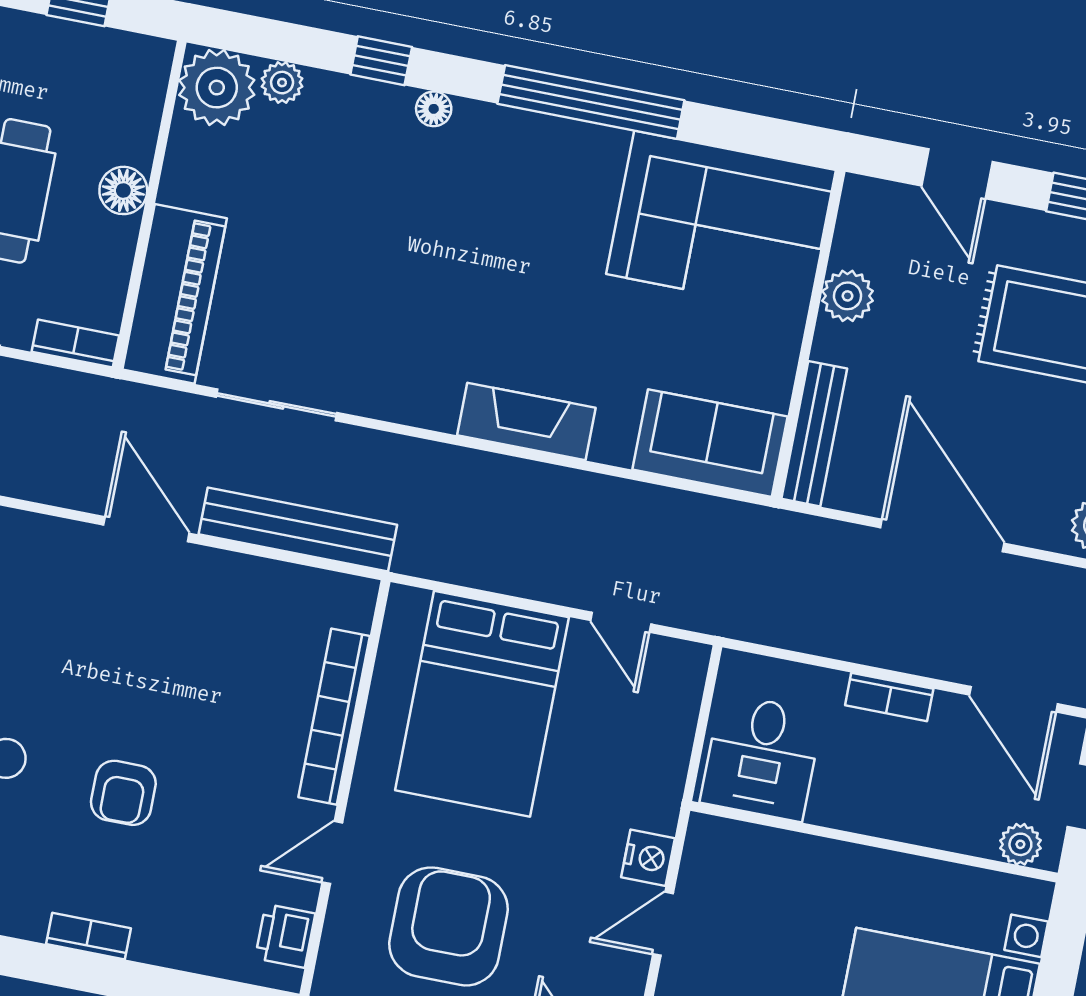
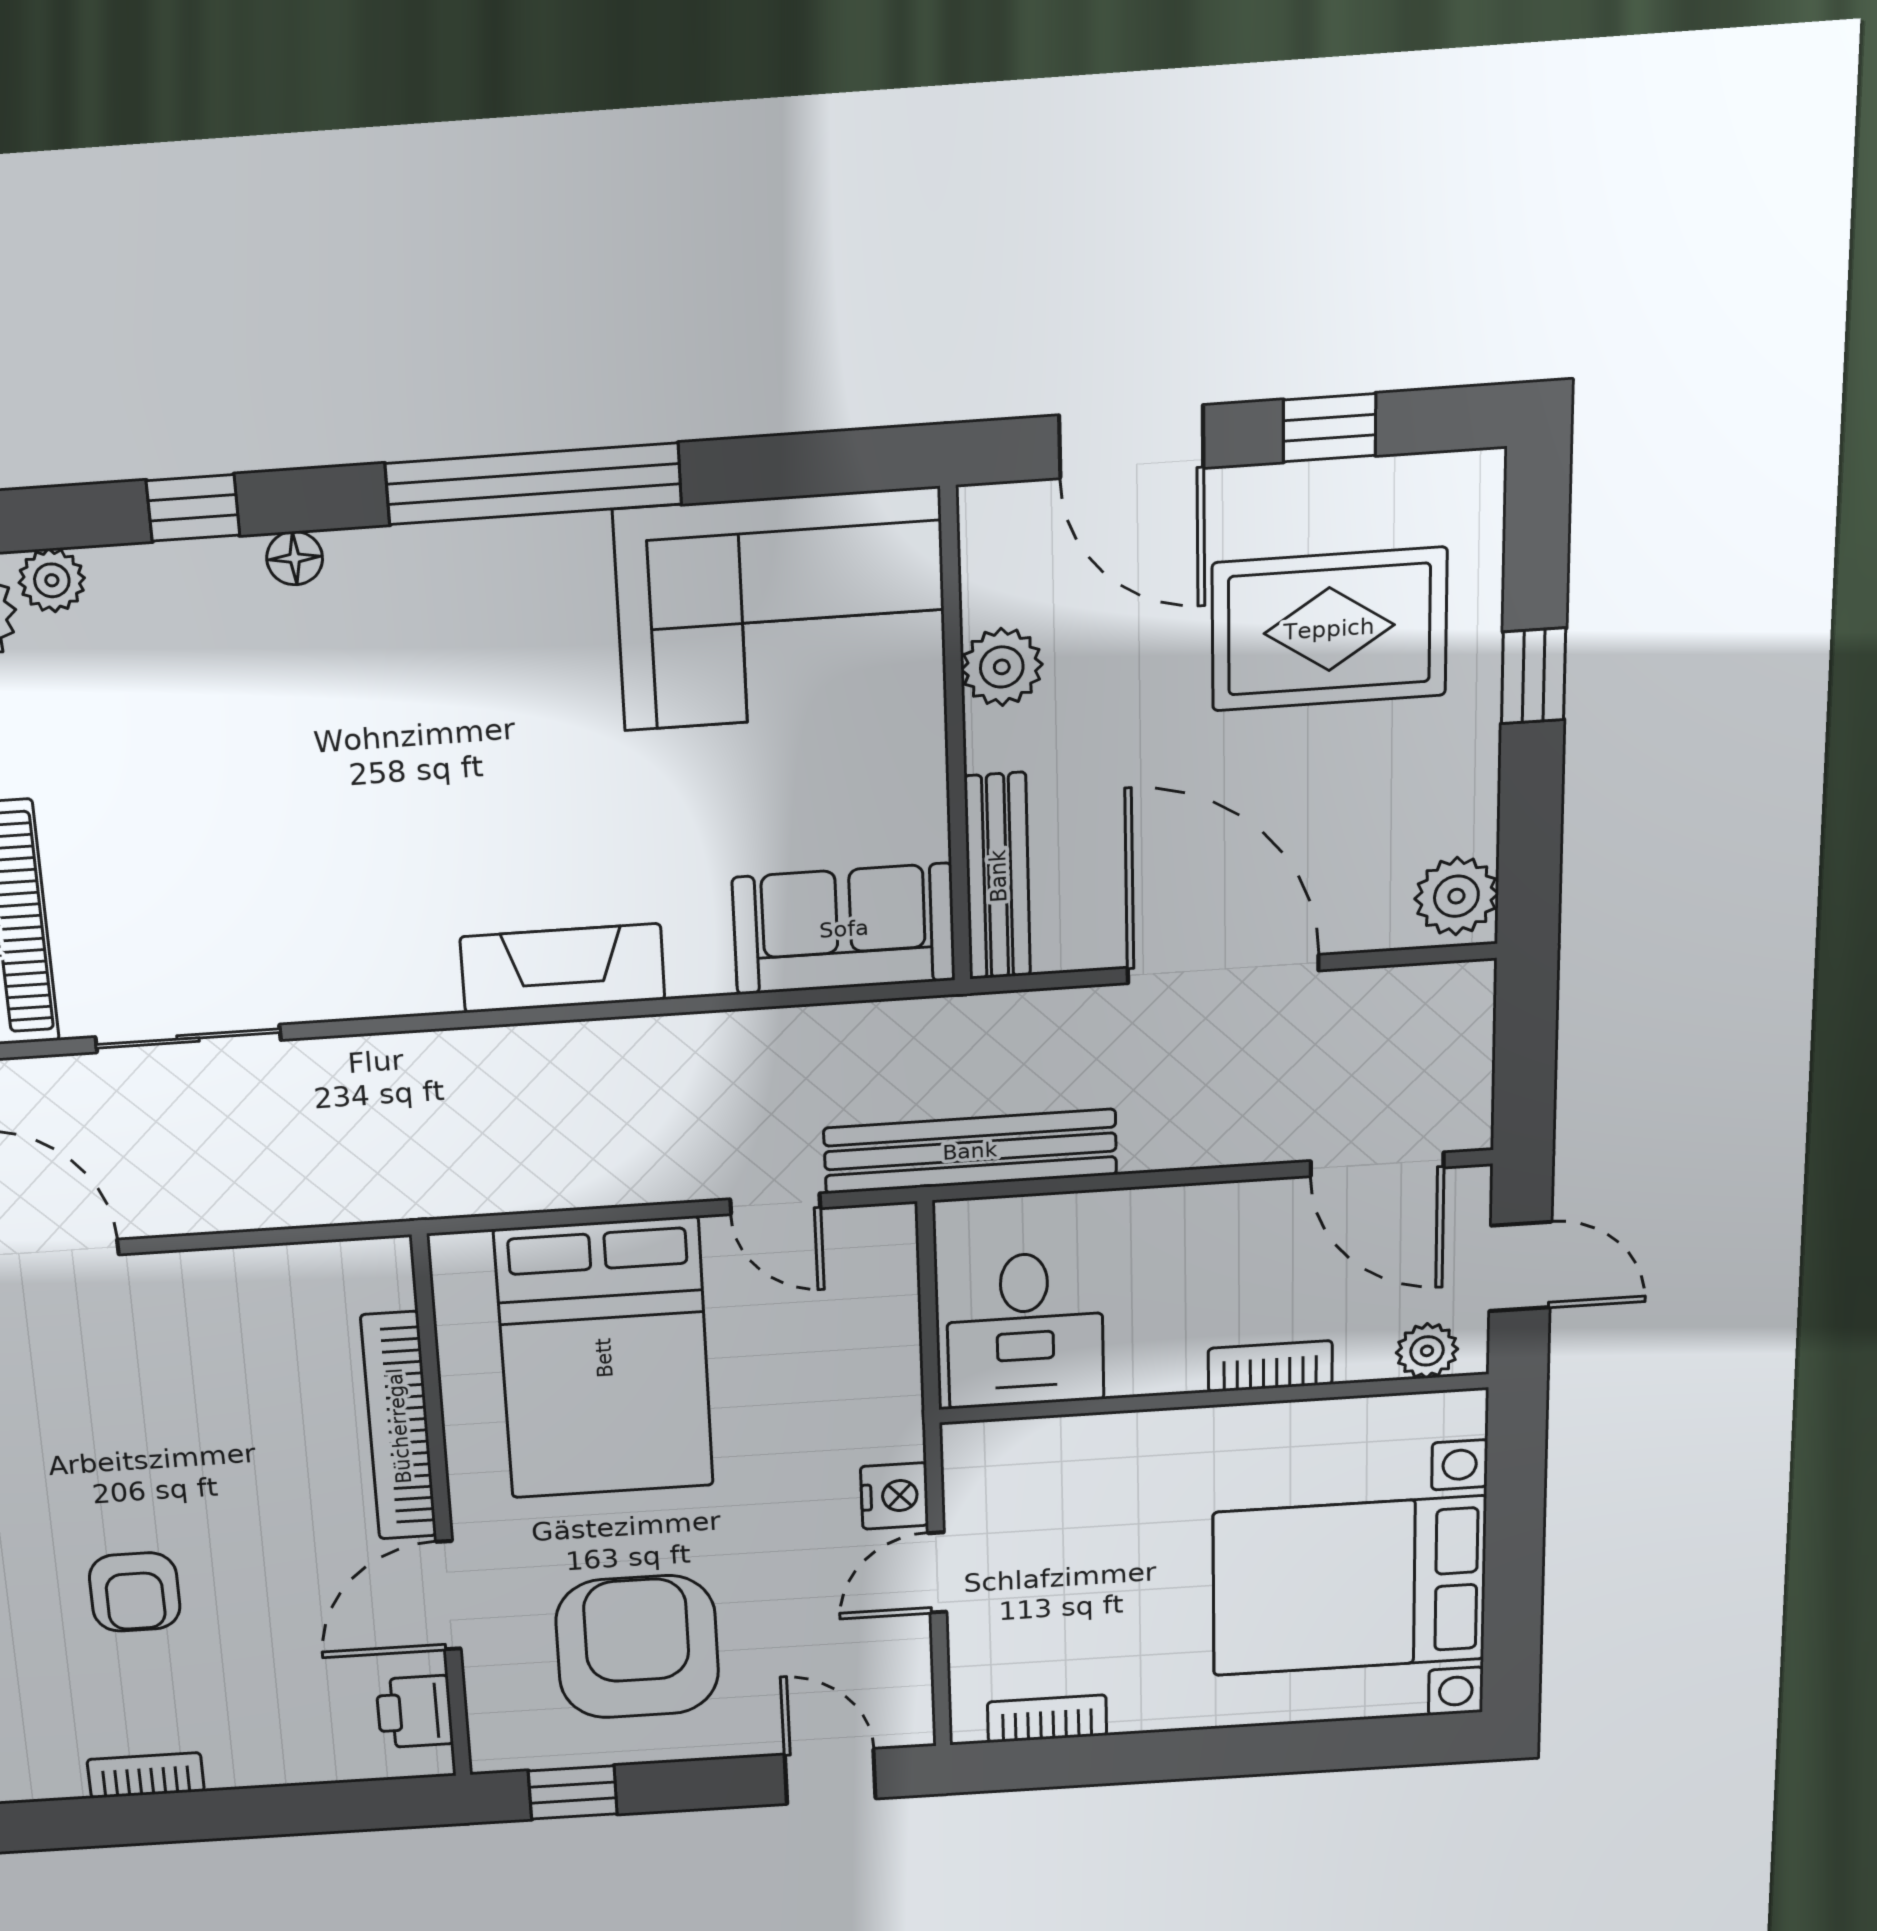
door: (957, 174) -> (1131, 442), width x1.38
bench: (298, 529) -> (970, 1151), moved
bookcase: (889, 697) -> (1270, 1366), moved, turned 180
door: (332, 853) -> (448, 1595), width x1.38

